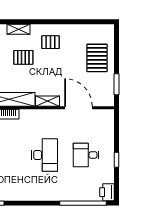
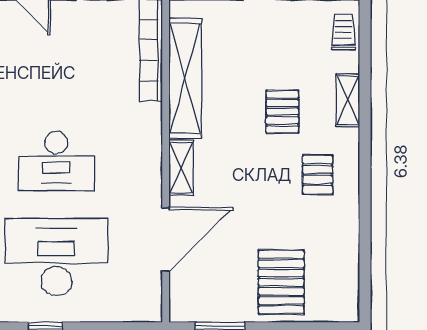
pallet: (97, 58) -> (281, 282), turned 90
desk: (86, 155) -> (56, 257), width x1.87, depth x1.30

